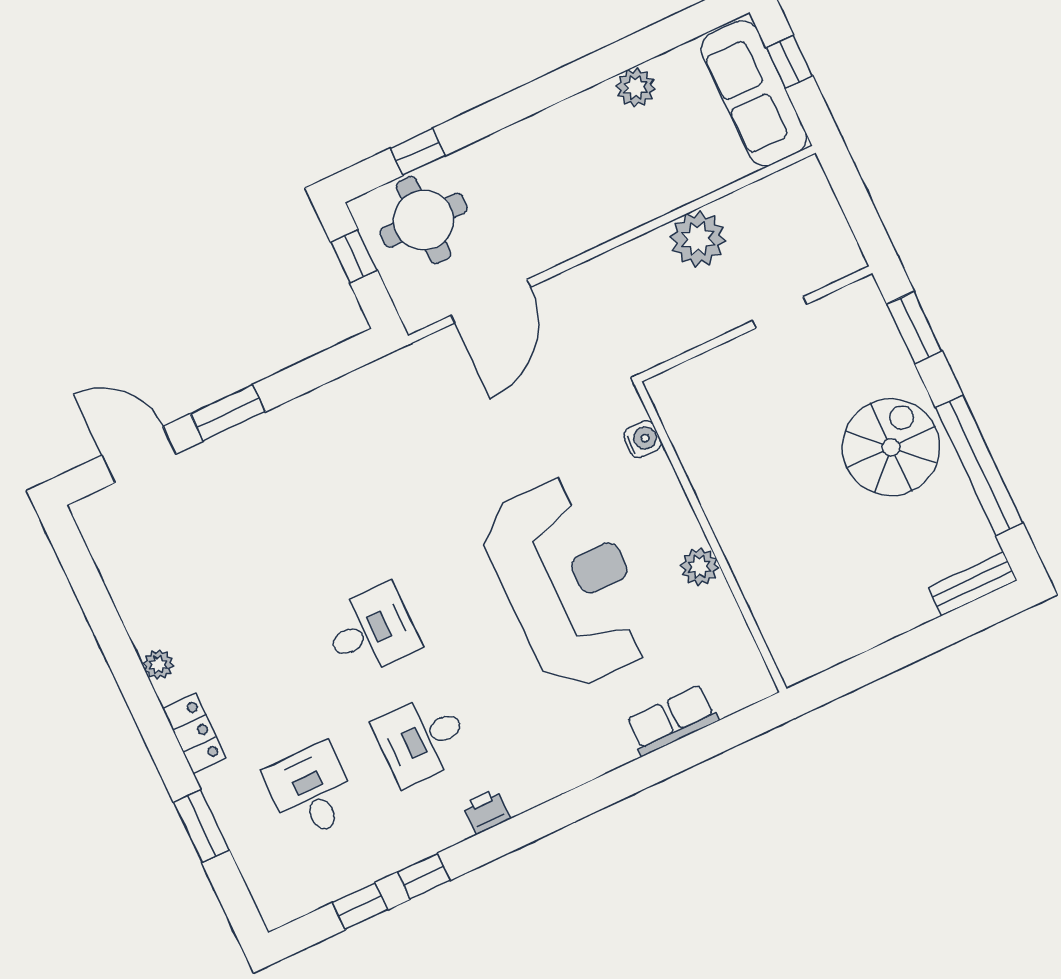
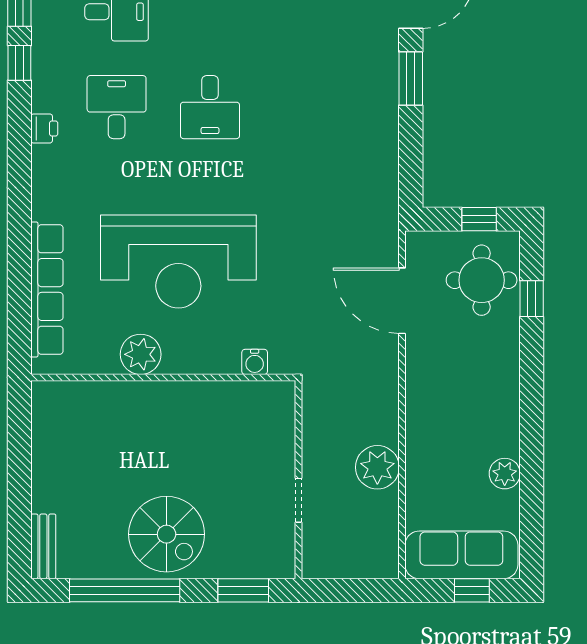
plant: (700, 567) -> (141, 354), width x1.36, depth x1.36
row of seats: (672, 720) -> (47, 290), width x2.02

